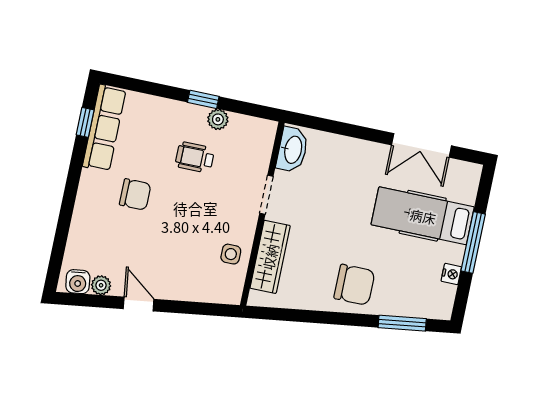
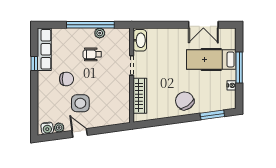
window: (203, 99) -> (90, 25), width x3.17
window: (85, 122) -> (34, 64), moved
side table: (231, 254) -> (80, 103), moved, width x1.87, depth x1.87
chair: (354, 285) -> (185, 101), turned -125

